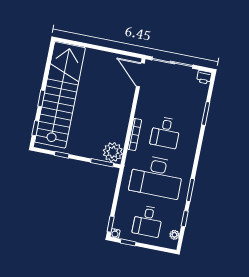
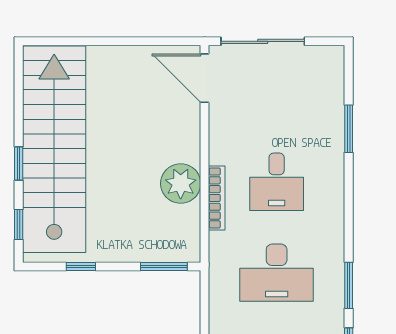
printer: (204, 77) -> (331, 57), removed
plant: (113, 152) -> (181, 184), moved
desk: (157, 177) -> (277, 273), width x0.73, depth x0.77

